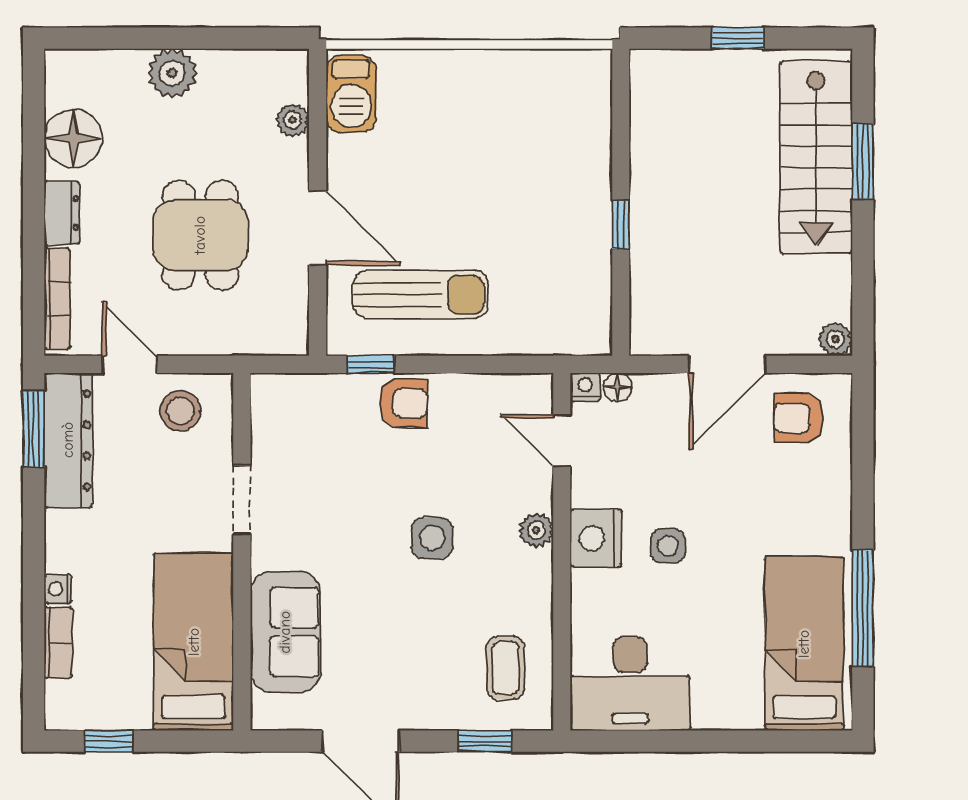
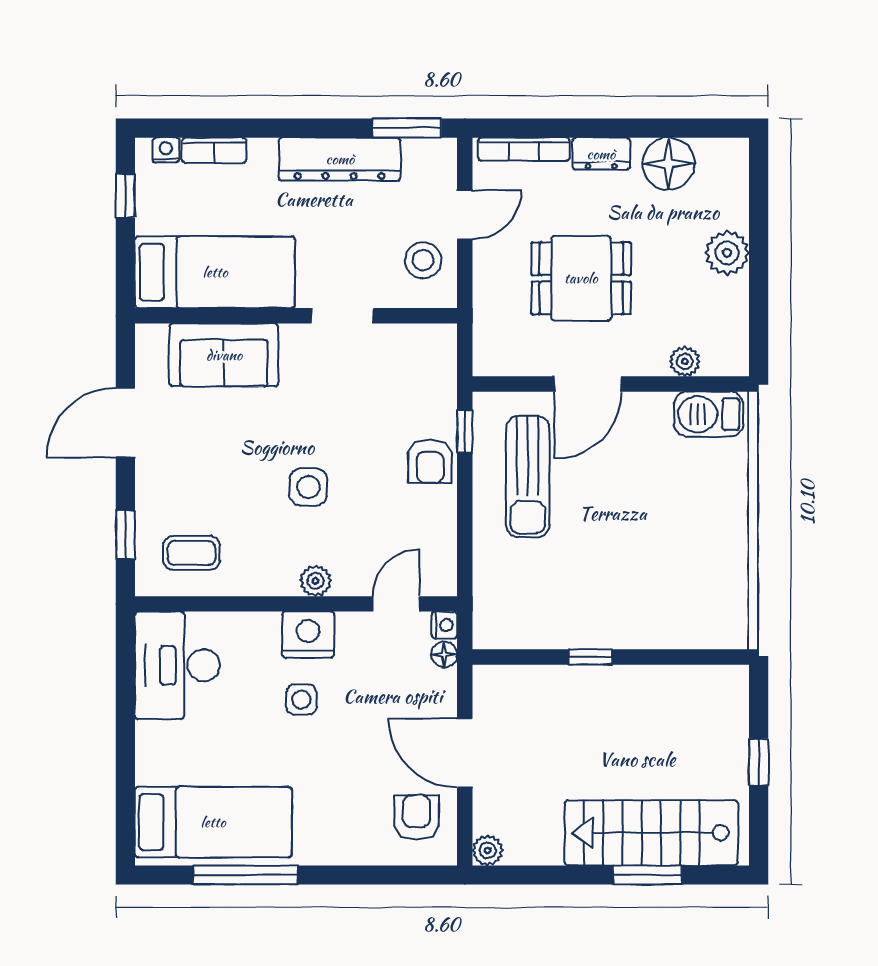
dresser: (68, 440) -> (340, 159), moved
nightstand: (58, 589) -> (166, 150), moved

